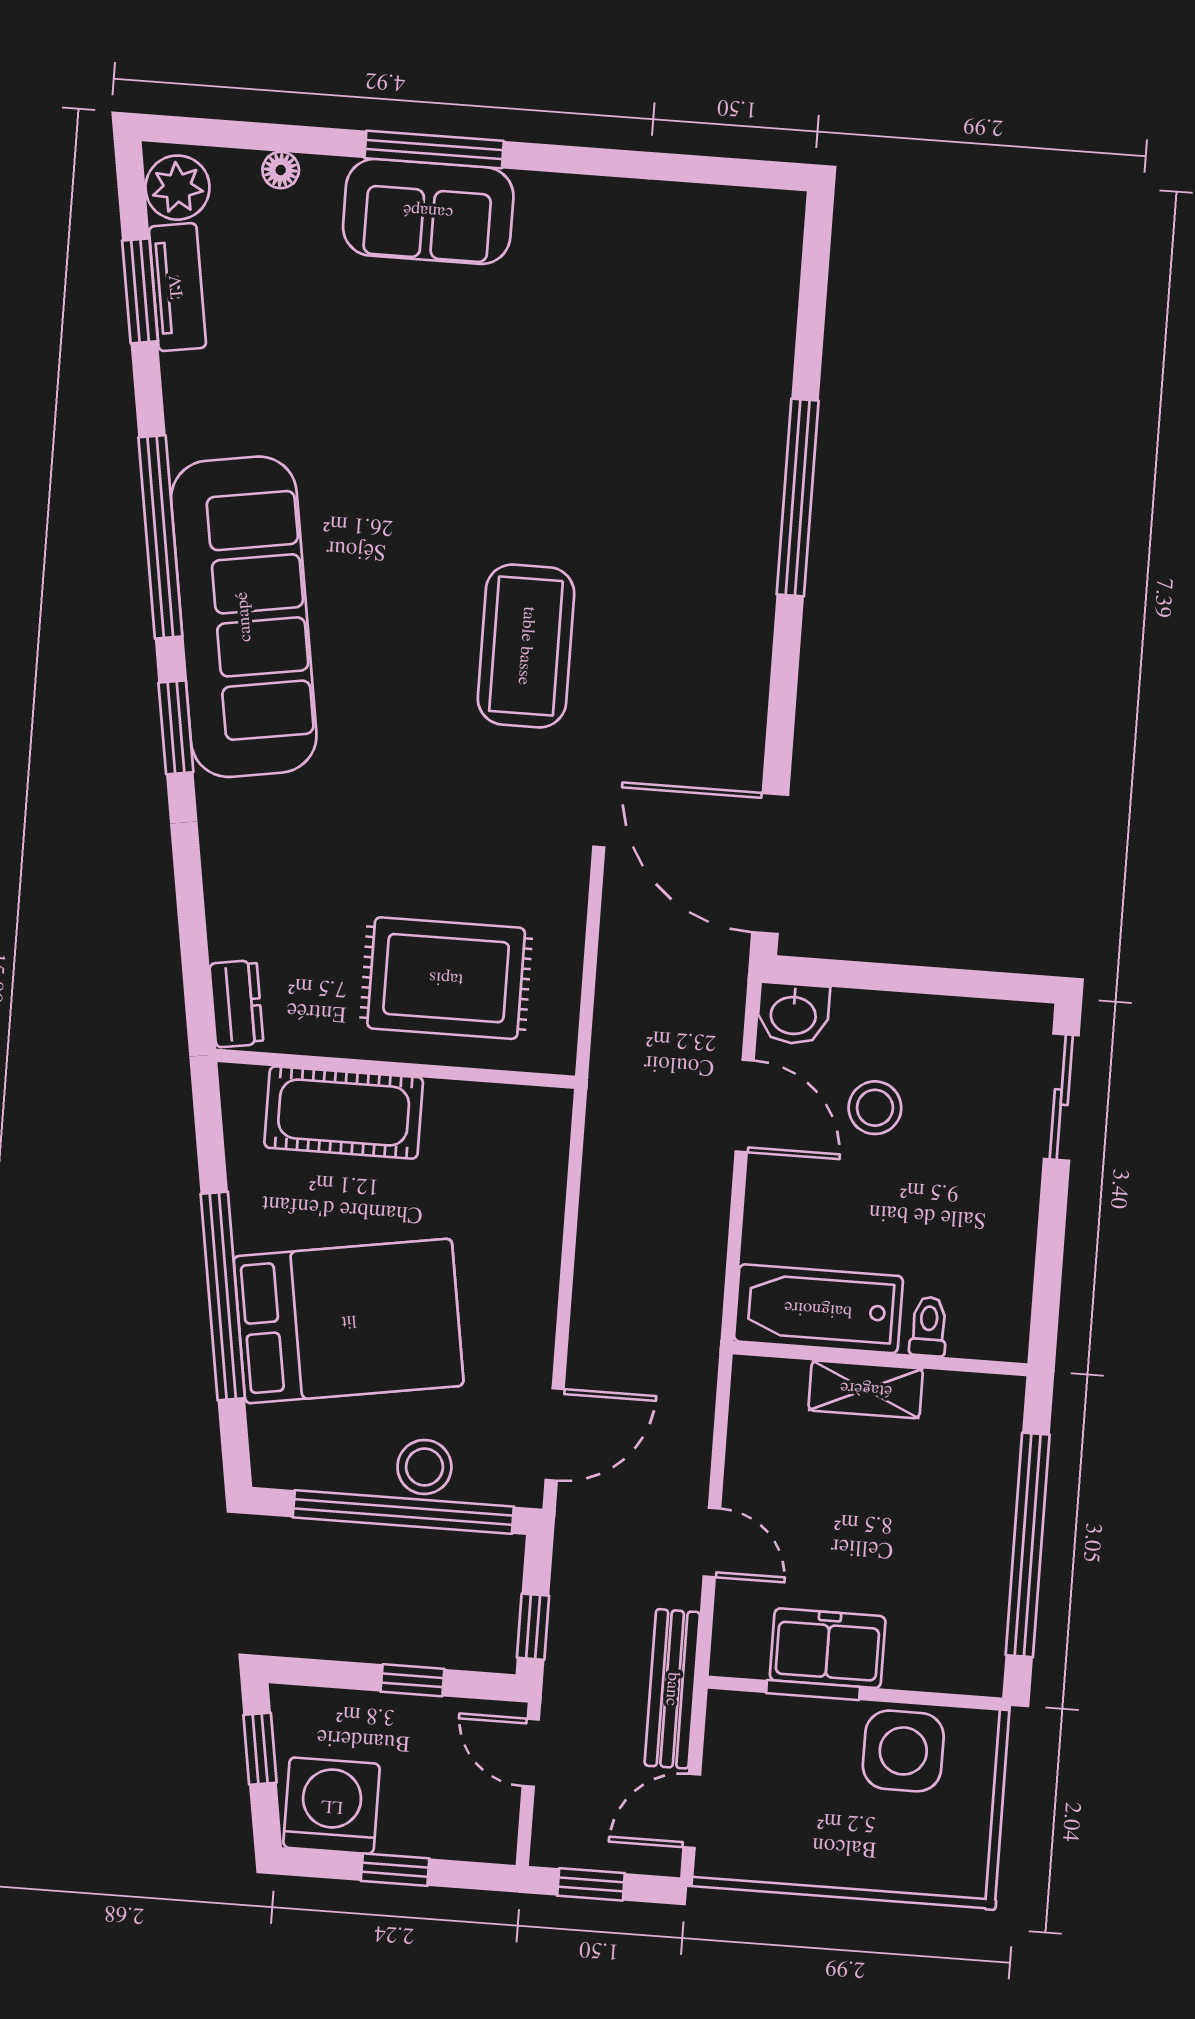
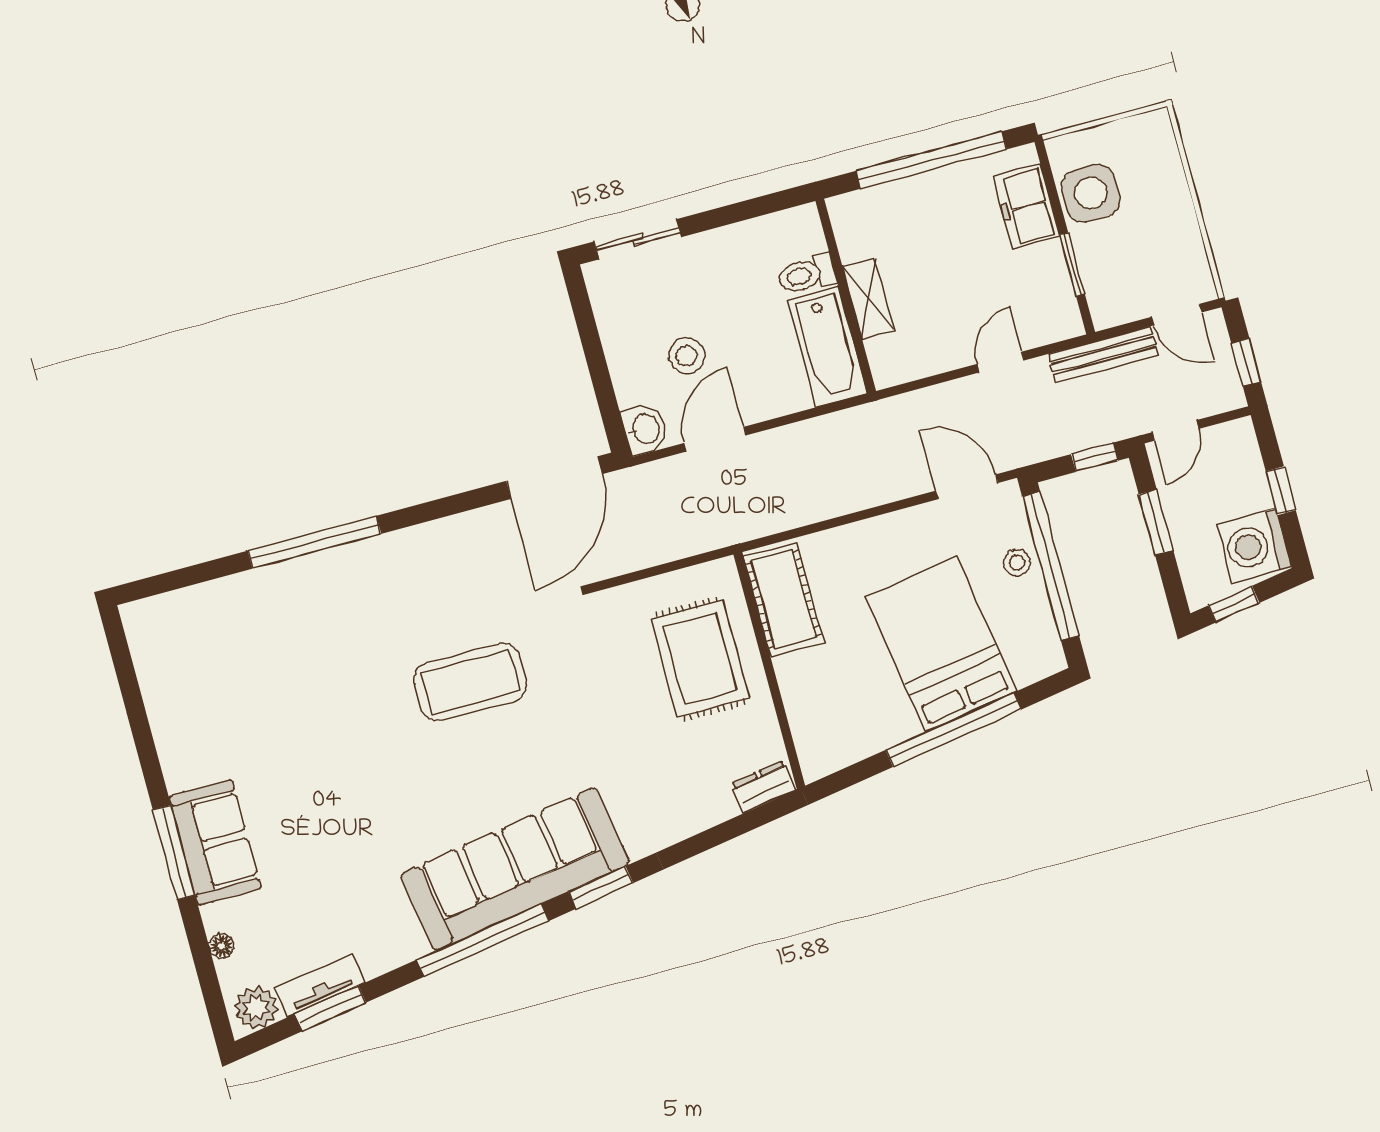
cot: (344, 1113) -> (783, 599), moved
toilet: (929, 1326) -> (807, 274), width x1.37, depth x1.39
stool: (424, 1467) -> (1017, 563), width x0.73, depth x0.73
freezer: (828, 1648) -> (1027, 206), moved
window: (412, 1680) -> (1156, 522), width x1.50

